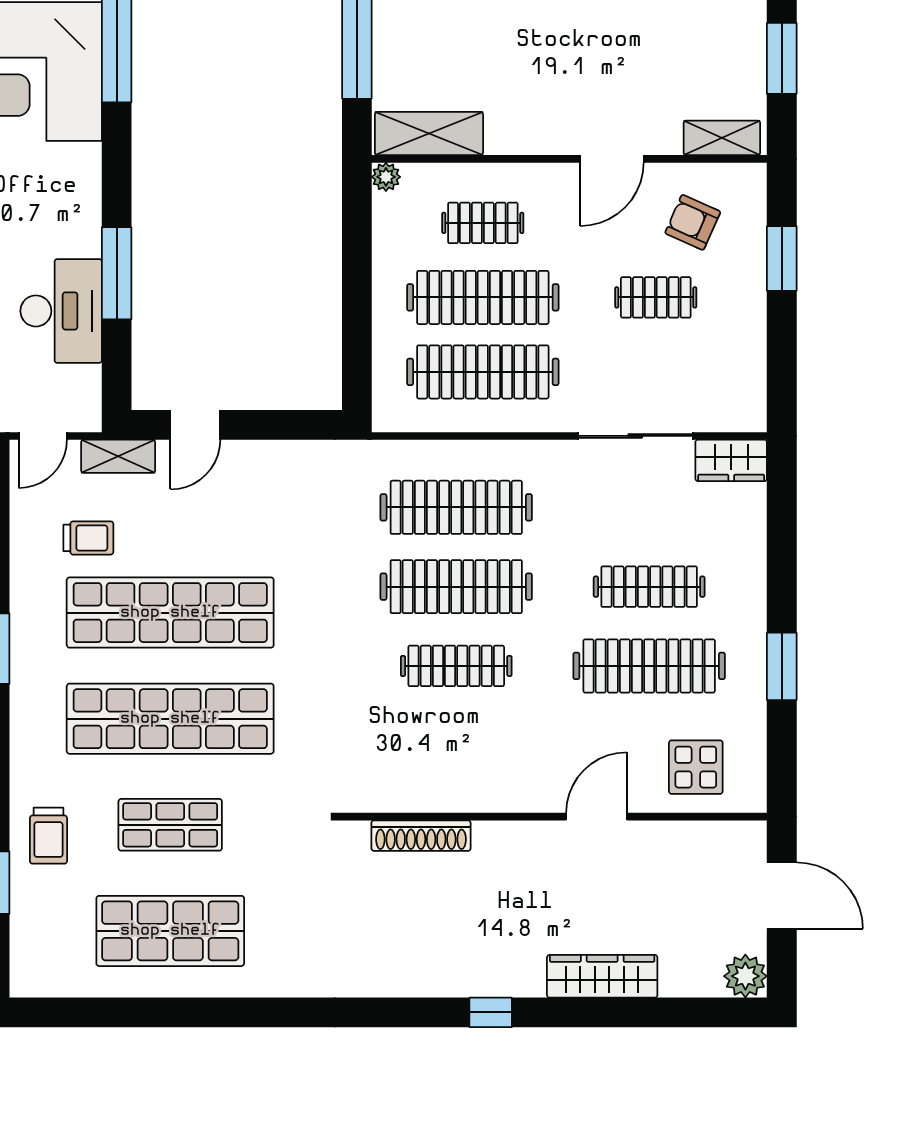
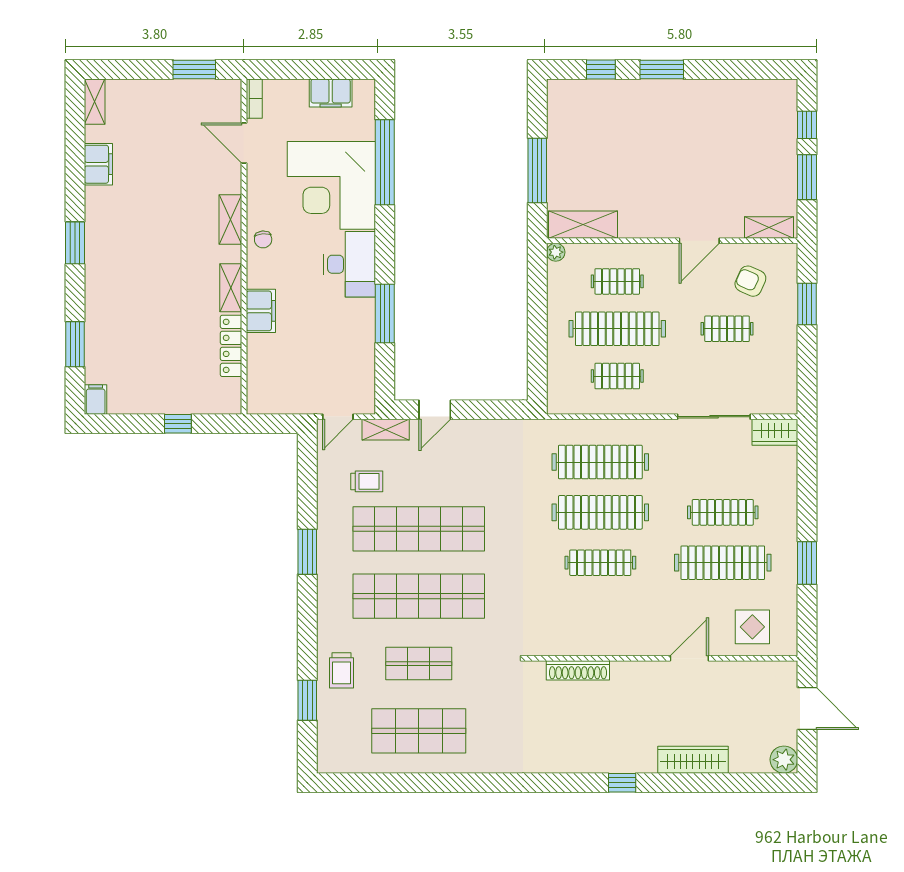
desk: (61, 311) -> (349, 264), moved
clothes rail: (483, 372) -> (617, 376), width x0.54, depth x0.76

